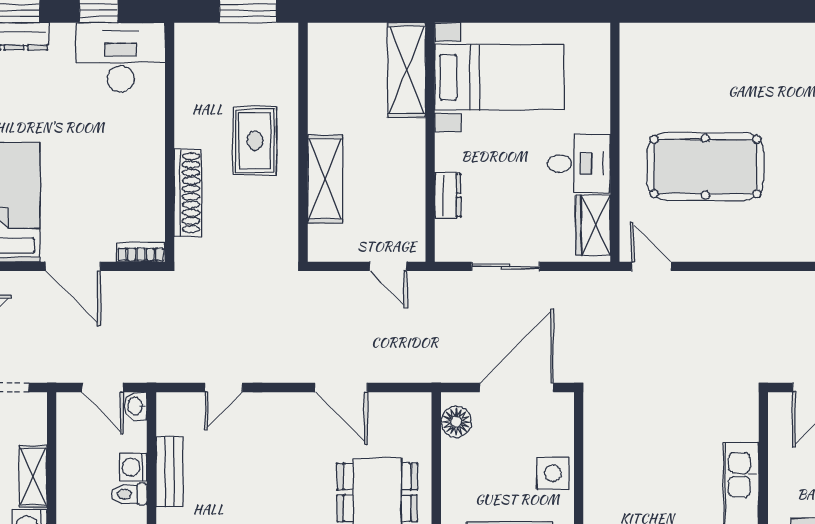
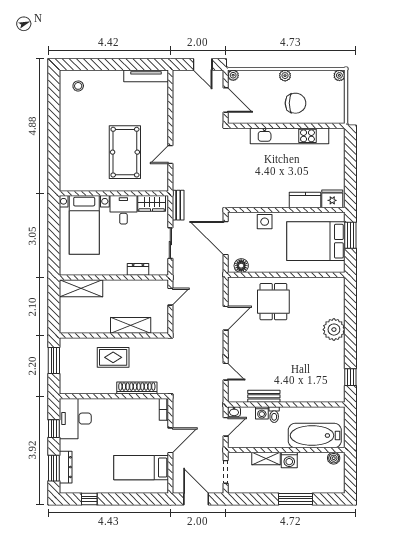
bed with nightstands: (499, 77) -> (84, 225), moved, turned 180
door: (651, 266) -> (170, 155), moved
bench: (589, 283) -> (178, 205), added

